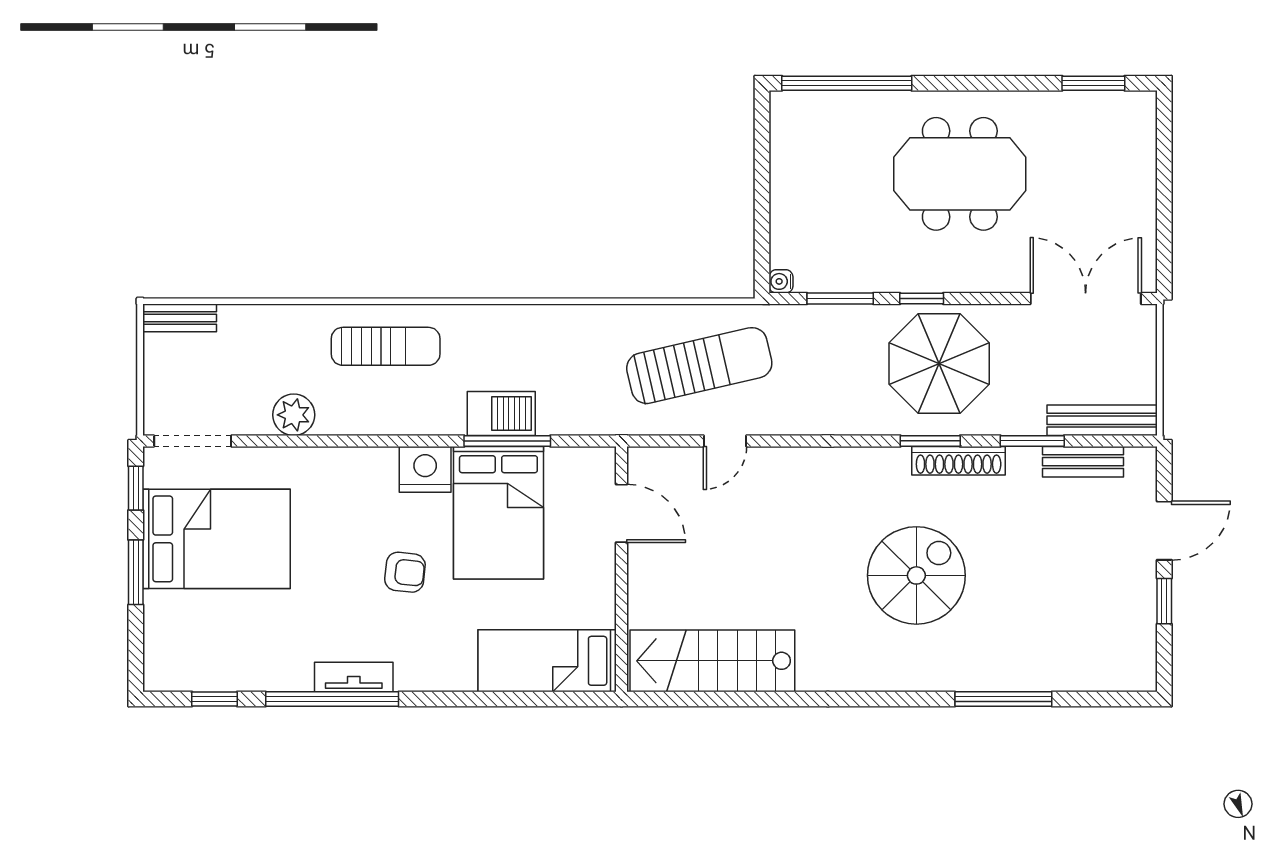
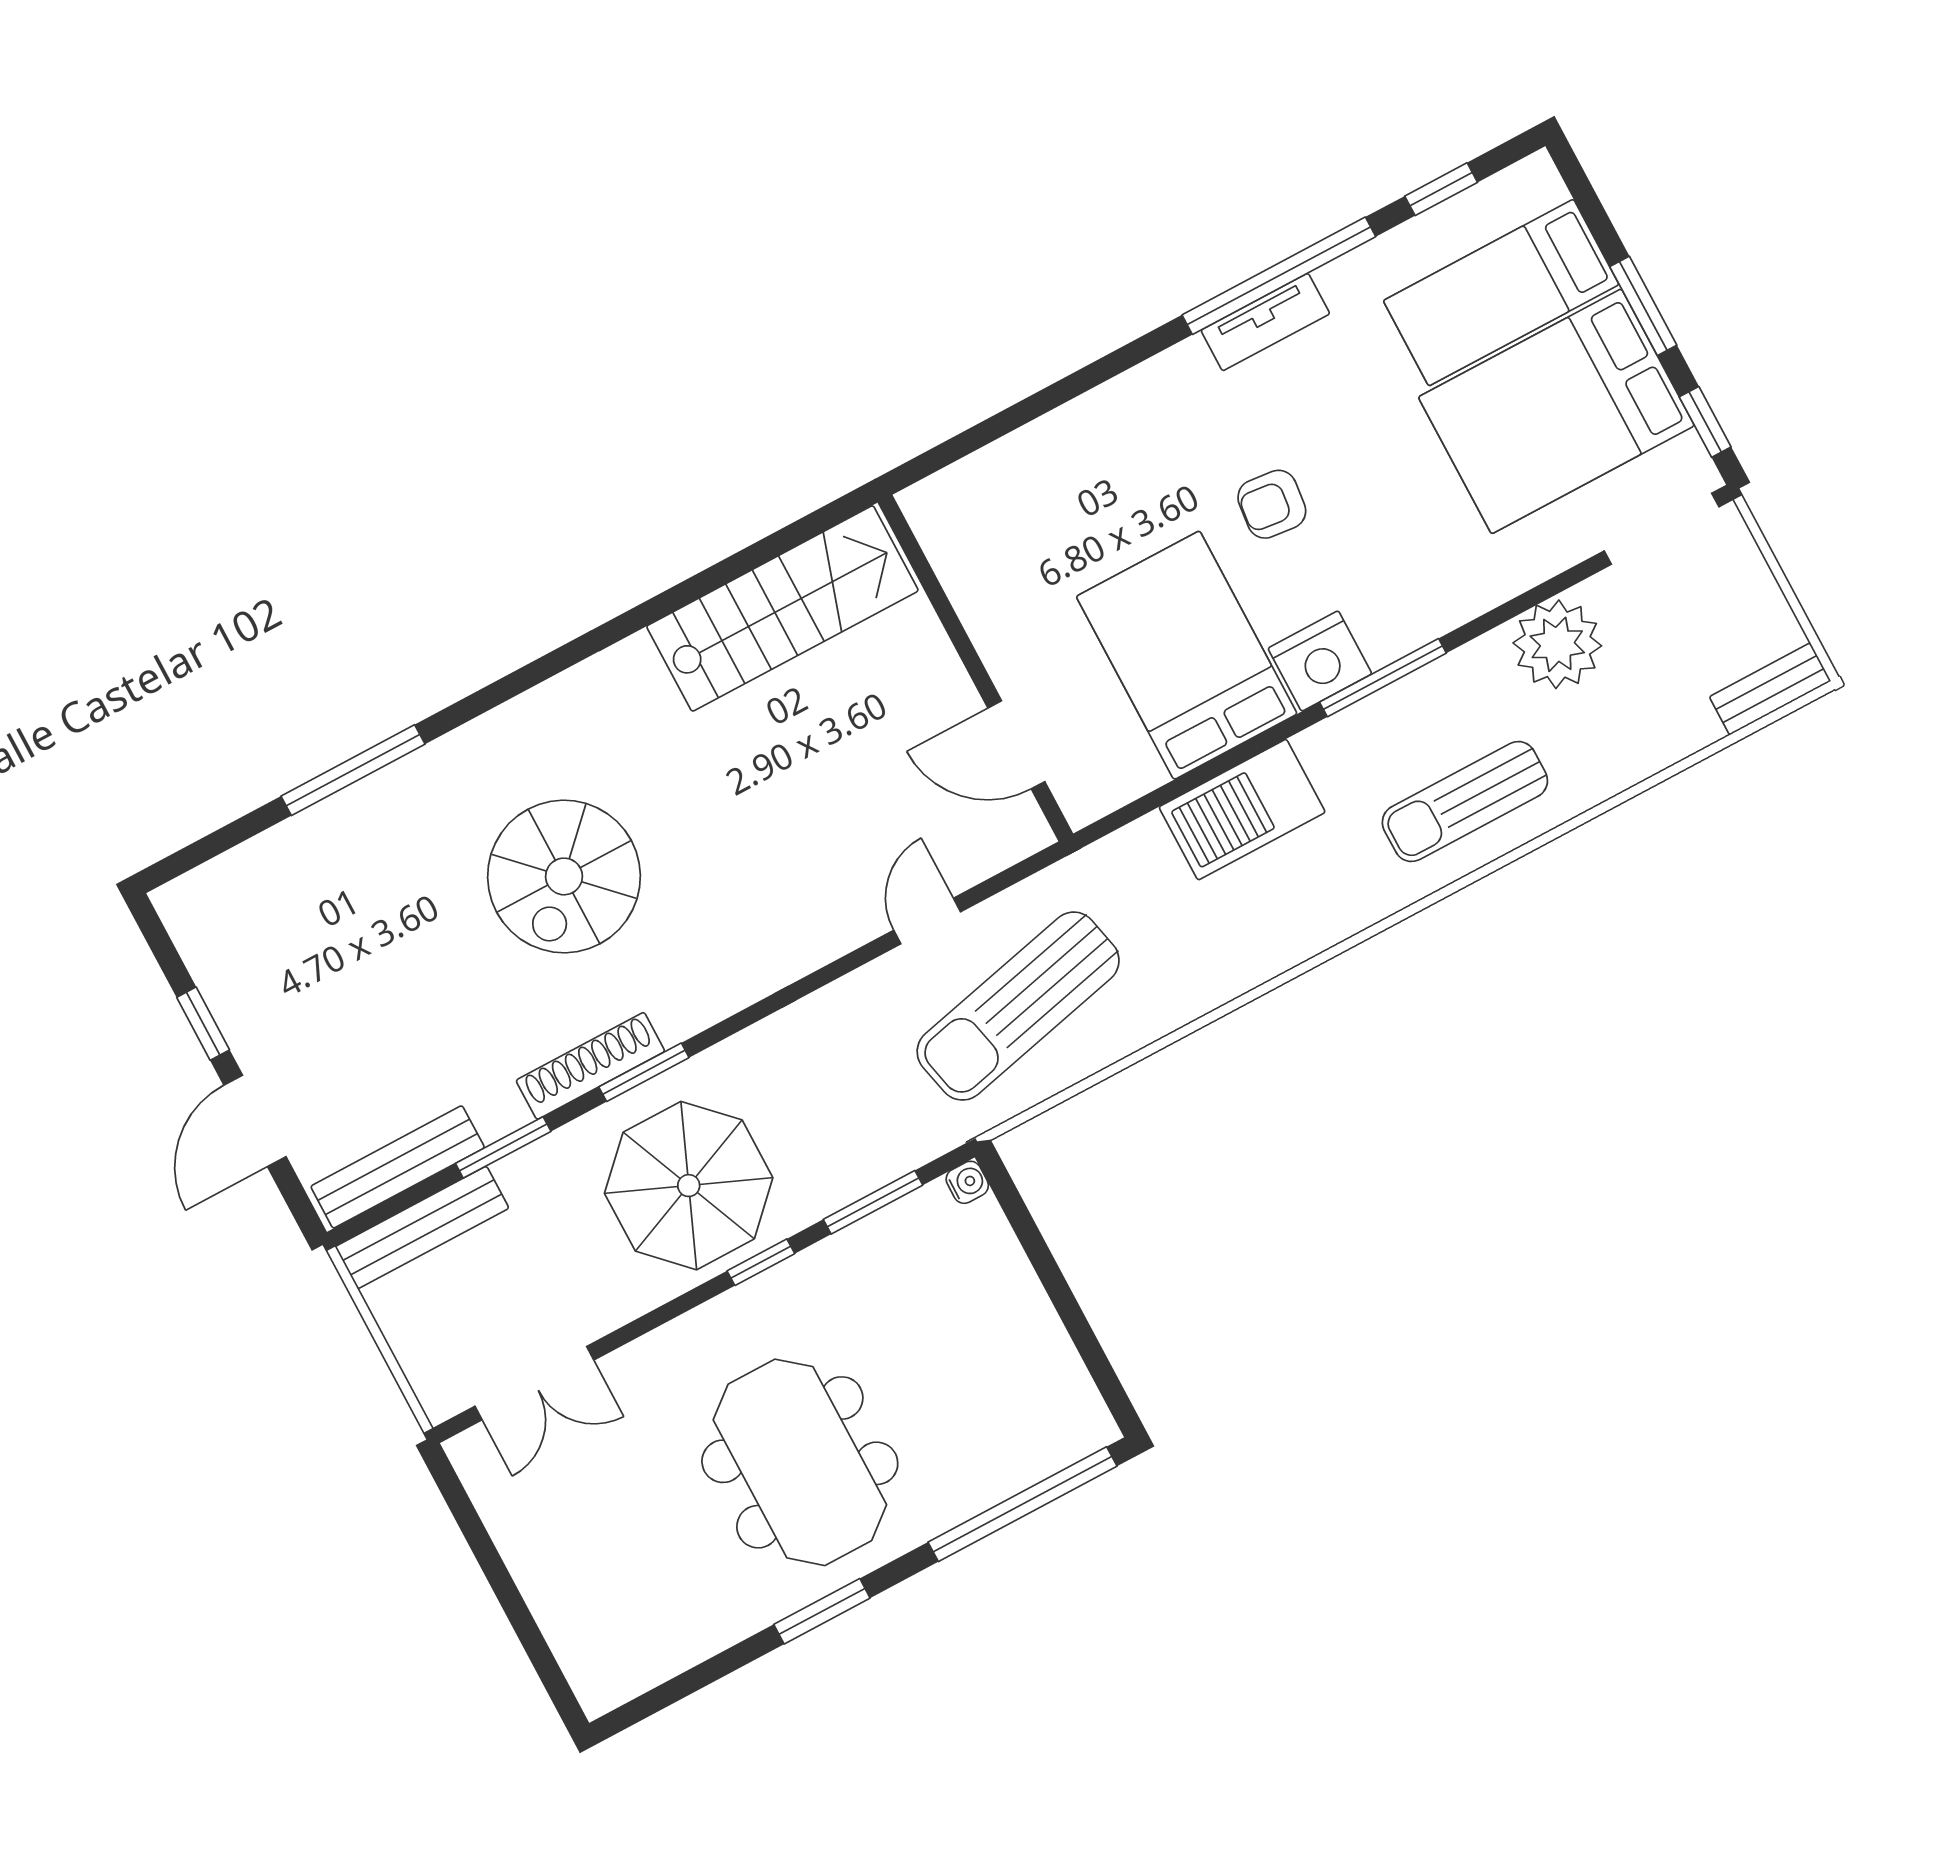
window: (1093, 83) -> (822, 1611), moved
meeting table: (960, 174) -> (800, 1462), turned 90
double door: (1086, 299) -> (534, 1383), width x0.73
barbecue: (501, 414) -> (1242, 810), width x1.37, depth x1.21
plant: (294, 415) -> (1557, 644), width x1.36, depth x1.36
window: (507, 441) -> (1383, 678), moved
bench: (1083, 462) -> (398, 1167), width x1.36
bed: (547, 661) -> (1501, 293), moved, turned 180

